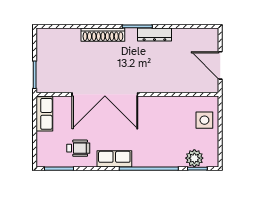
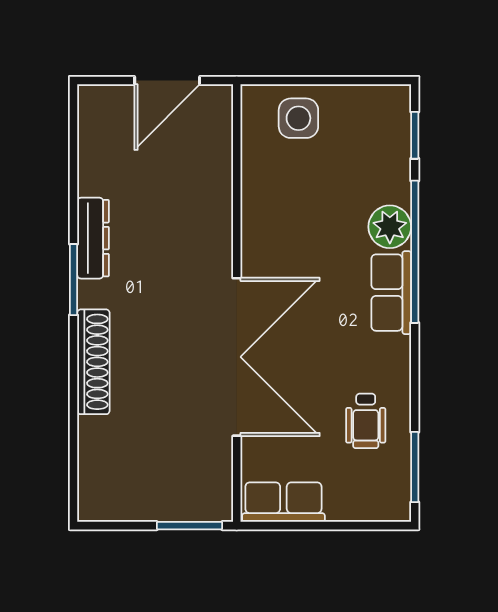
wheelchair: (78, 148) -> (366, 421), turned 180
plant: (194, 158) -> (390, 227), moved
row of seats: (114, 159) -> (391, 293), moved

